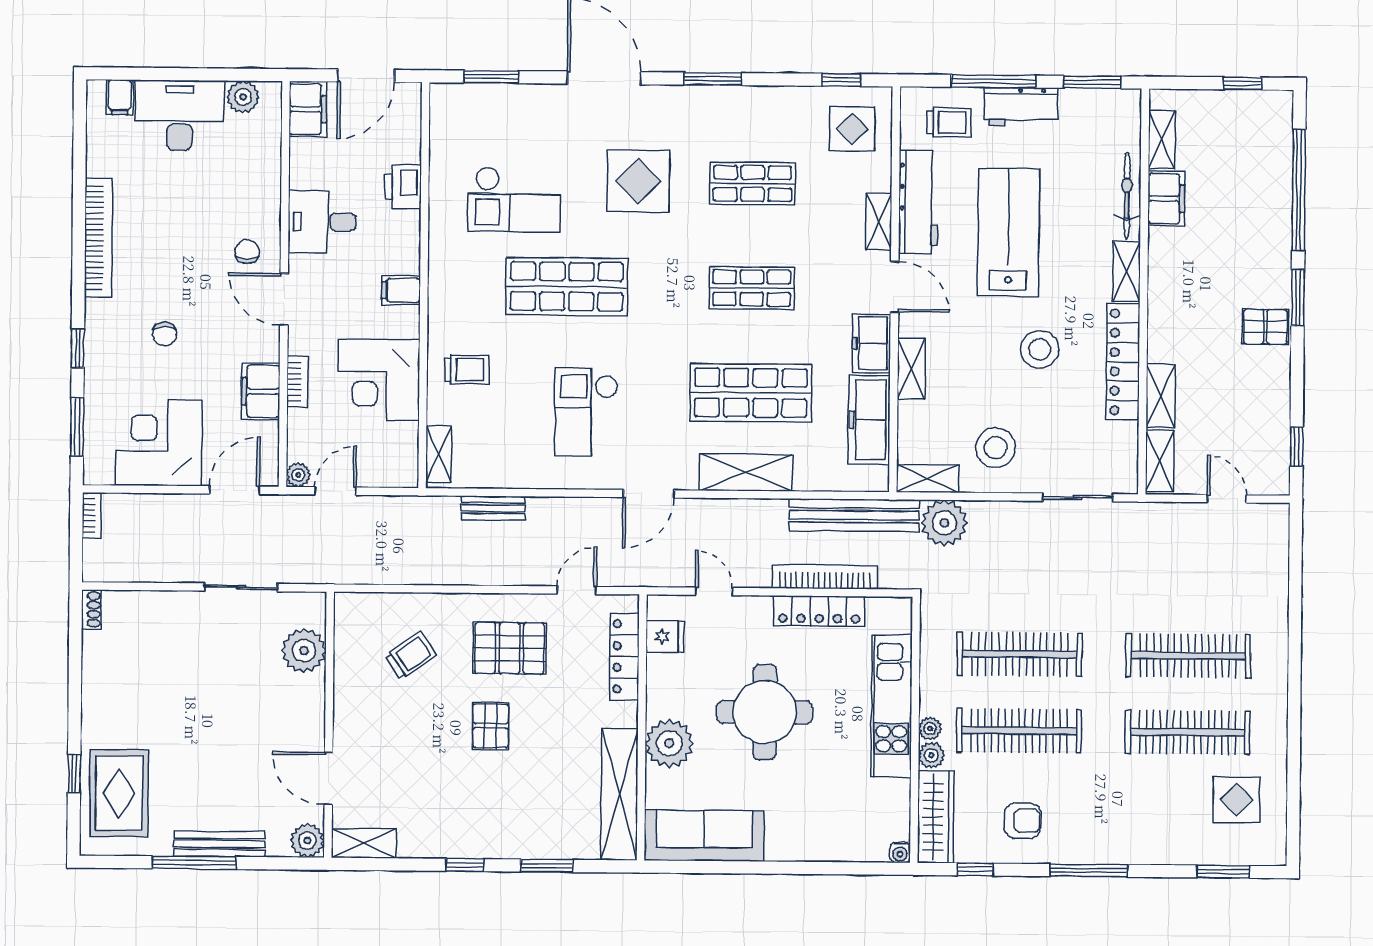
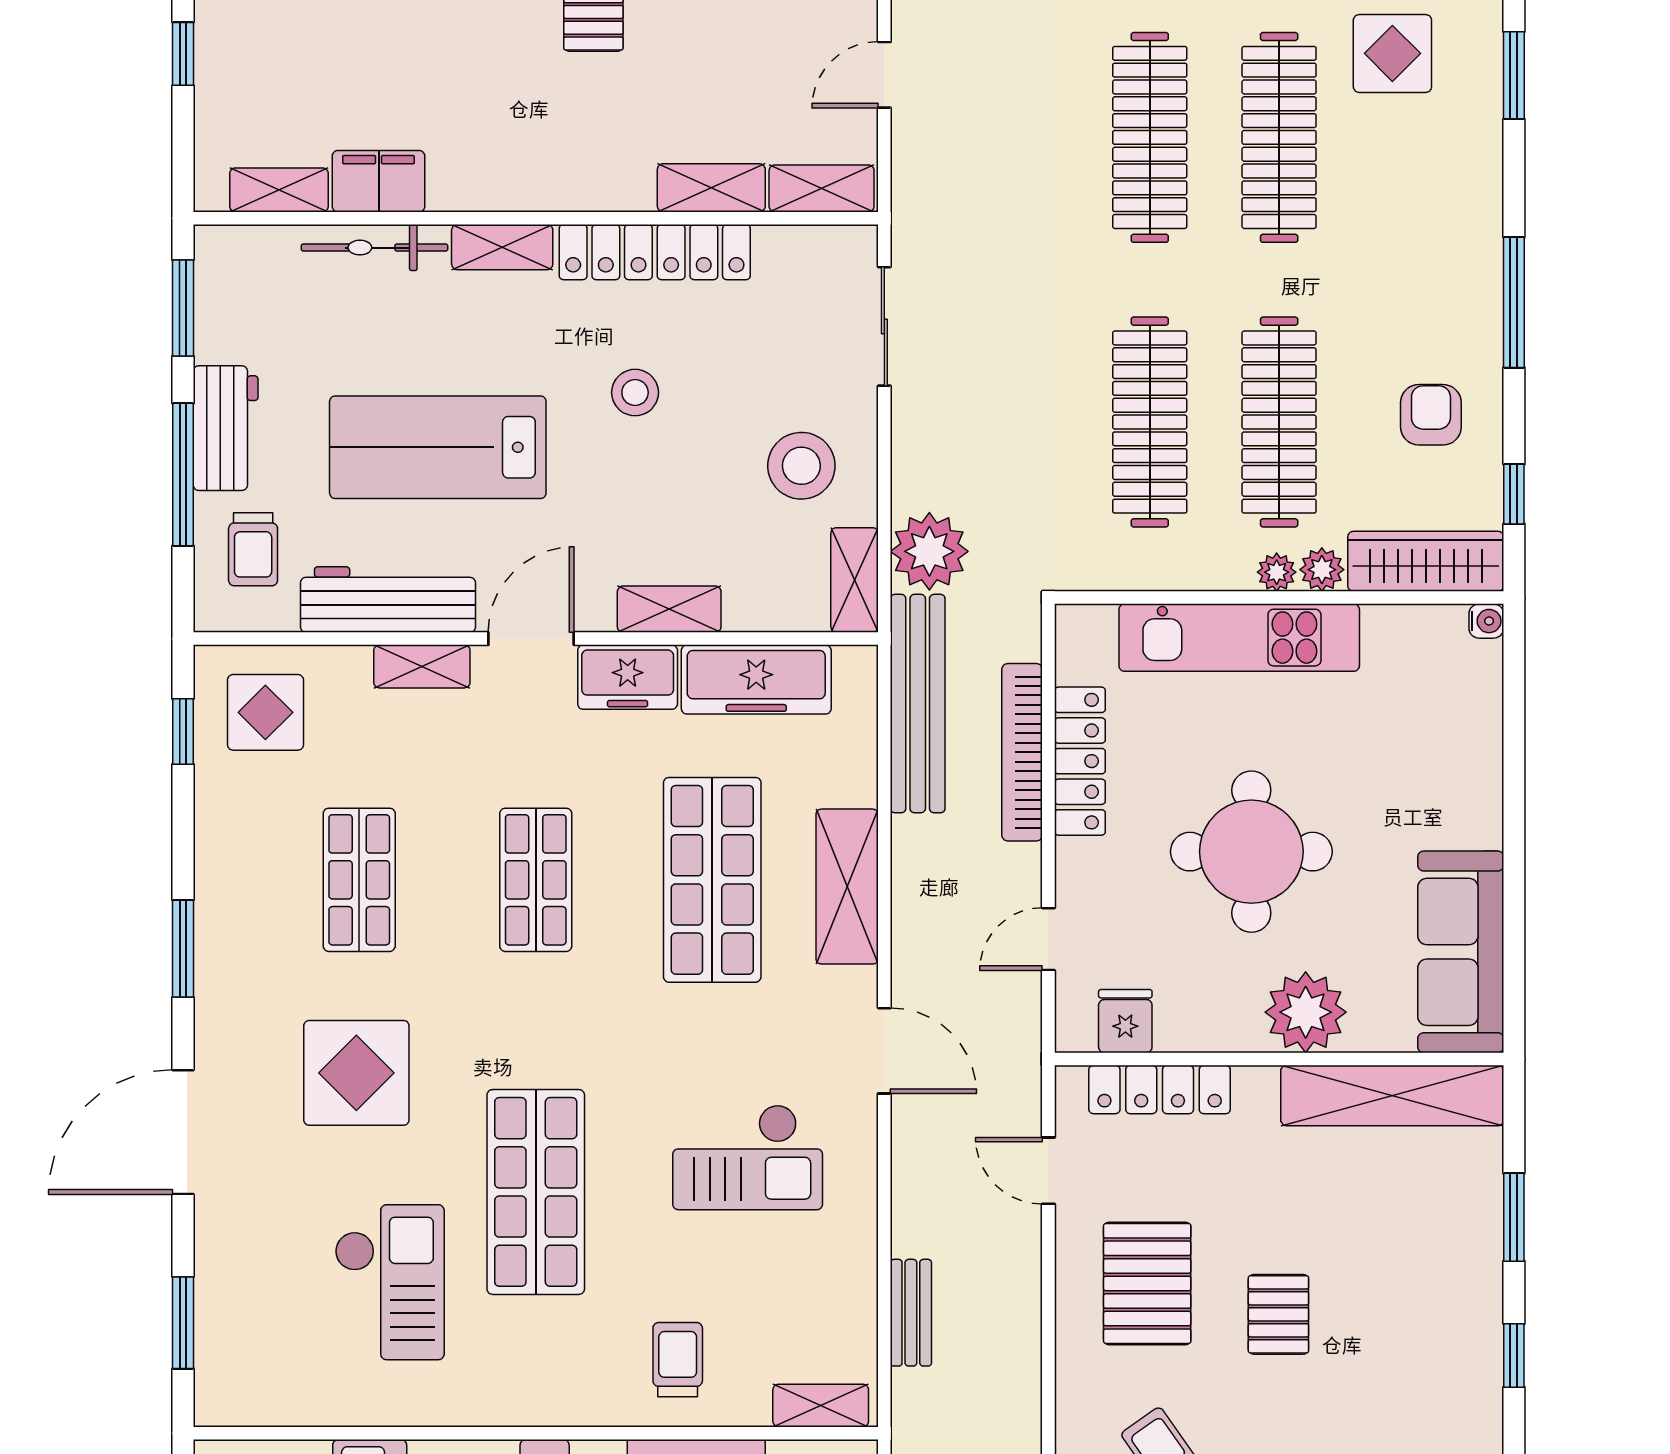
trolley: (949, 122) -> (253, 549), turned 180
stool: (1040, 349) -> (635, 393), width x0.73, depth x0.73
pallet: (491, 726) -> (1278, 1314), turned 90

